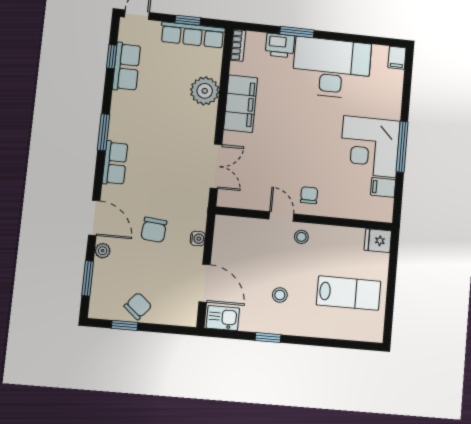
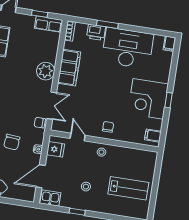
row of seats: (193, 35) -> (48, 24), width x0.68
plant: (205, 91) -> (46, 71), moved
window: (402, 147) -> (169, 100), width x0.46
filing cabinet: (383, 187) -> (153, 136), moved
chair: (198, 195) -> (40, 123), added
door: (281, 217) -> (78, 137), moved
fridge: (378, 241) -> (56, 149), moved, turned 180
door: (205, 283) -> (41, 176), swing flipped

